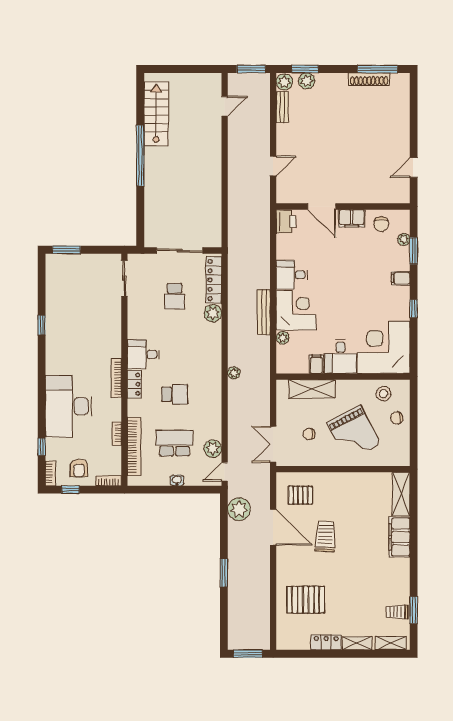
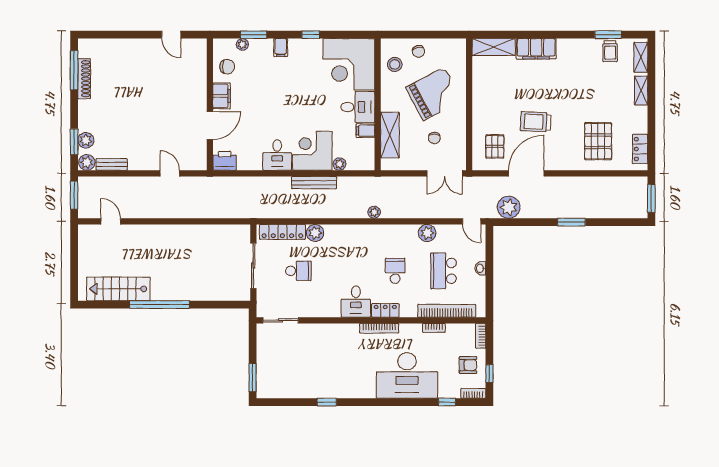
plant: (213, 449) -> (427, 233), moved
locker: (326, 642) -> (640, 149), moved

